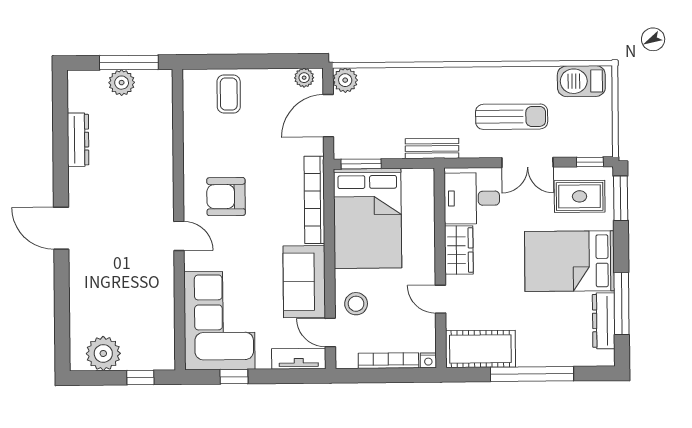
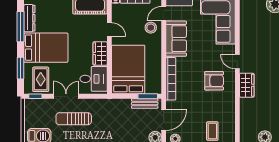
bench: (432, 148) -> (145, 103), moved
wardrobe: (159, 188) -> (247, 85), added
rug: (580, 196) -> (41, 79), turned 90
window: (621, 198) -> (21, 68), moved
bed: (368, 218) -> (128, 69), moved
door: (330, 333) -> (164, 14), swing flipped

